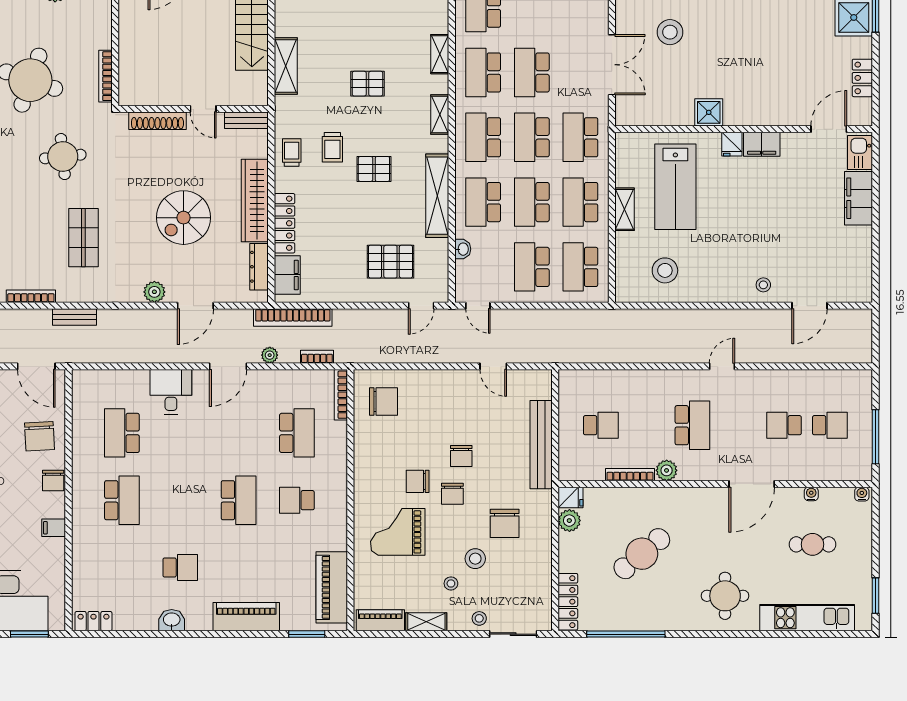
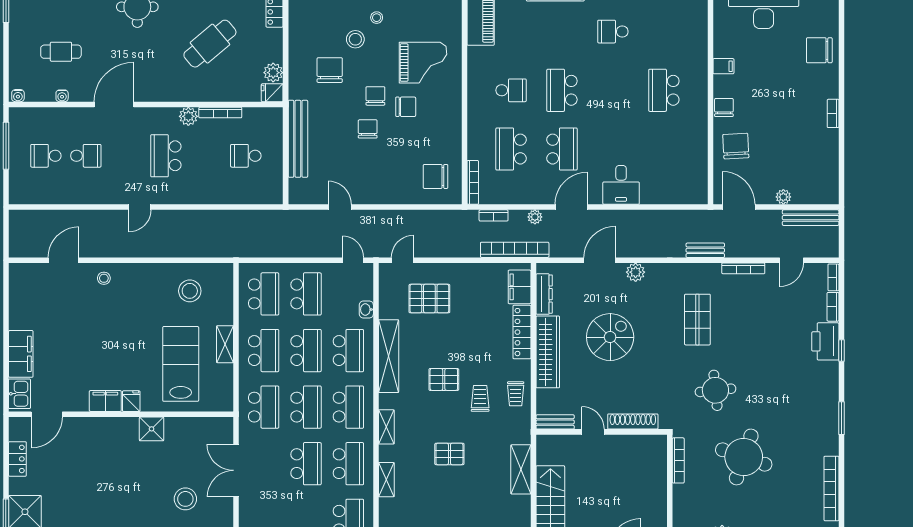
school desk: (122, 433) -> (562, 149), moved

